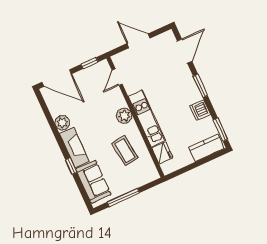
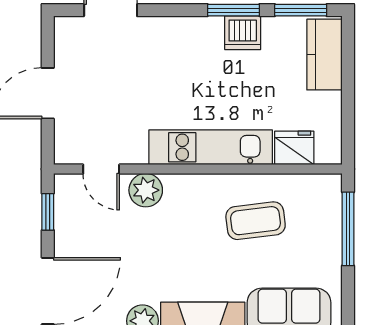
window: (200, 86) -> (234, 10), moved
plant: (124, 116) -> (146, 190), moved
window: (123, 197) -> (348, 229), moved

